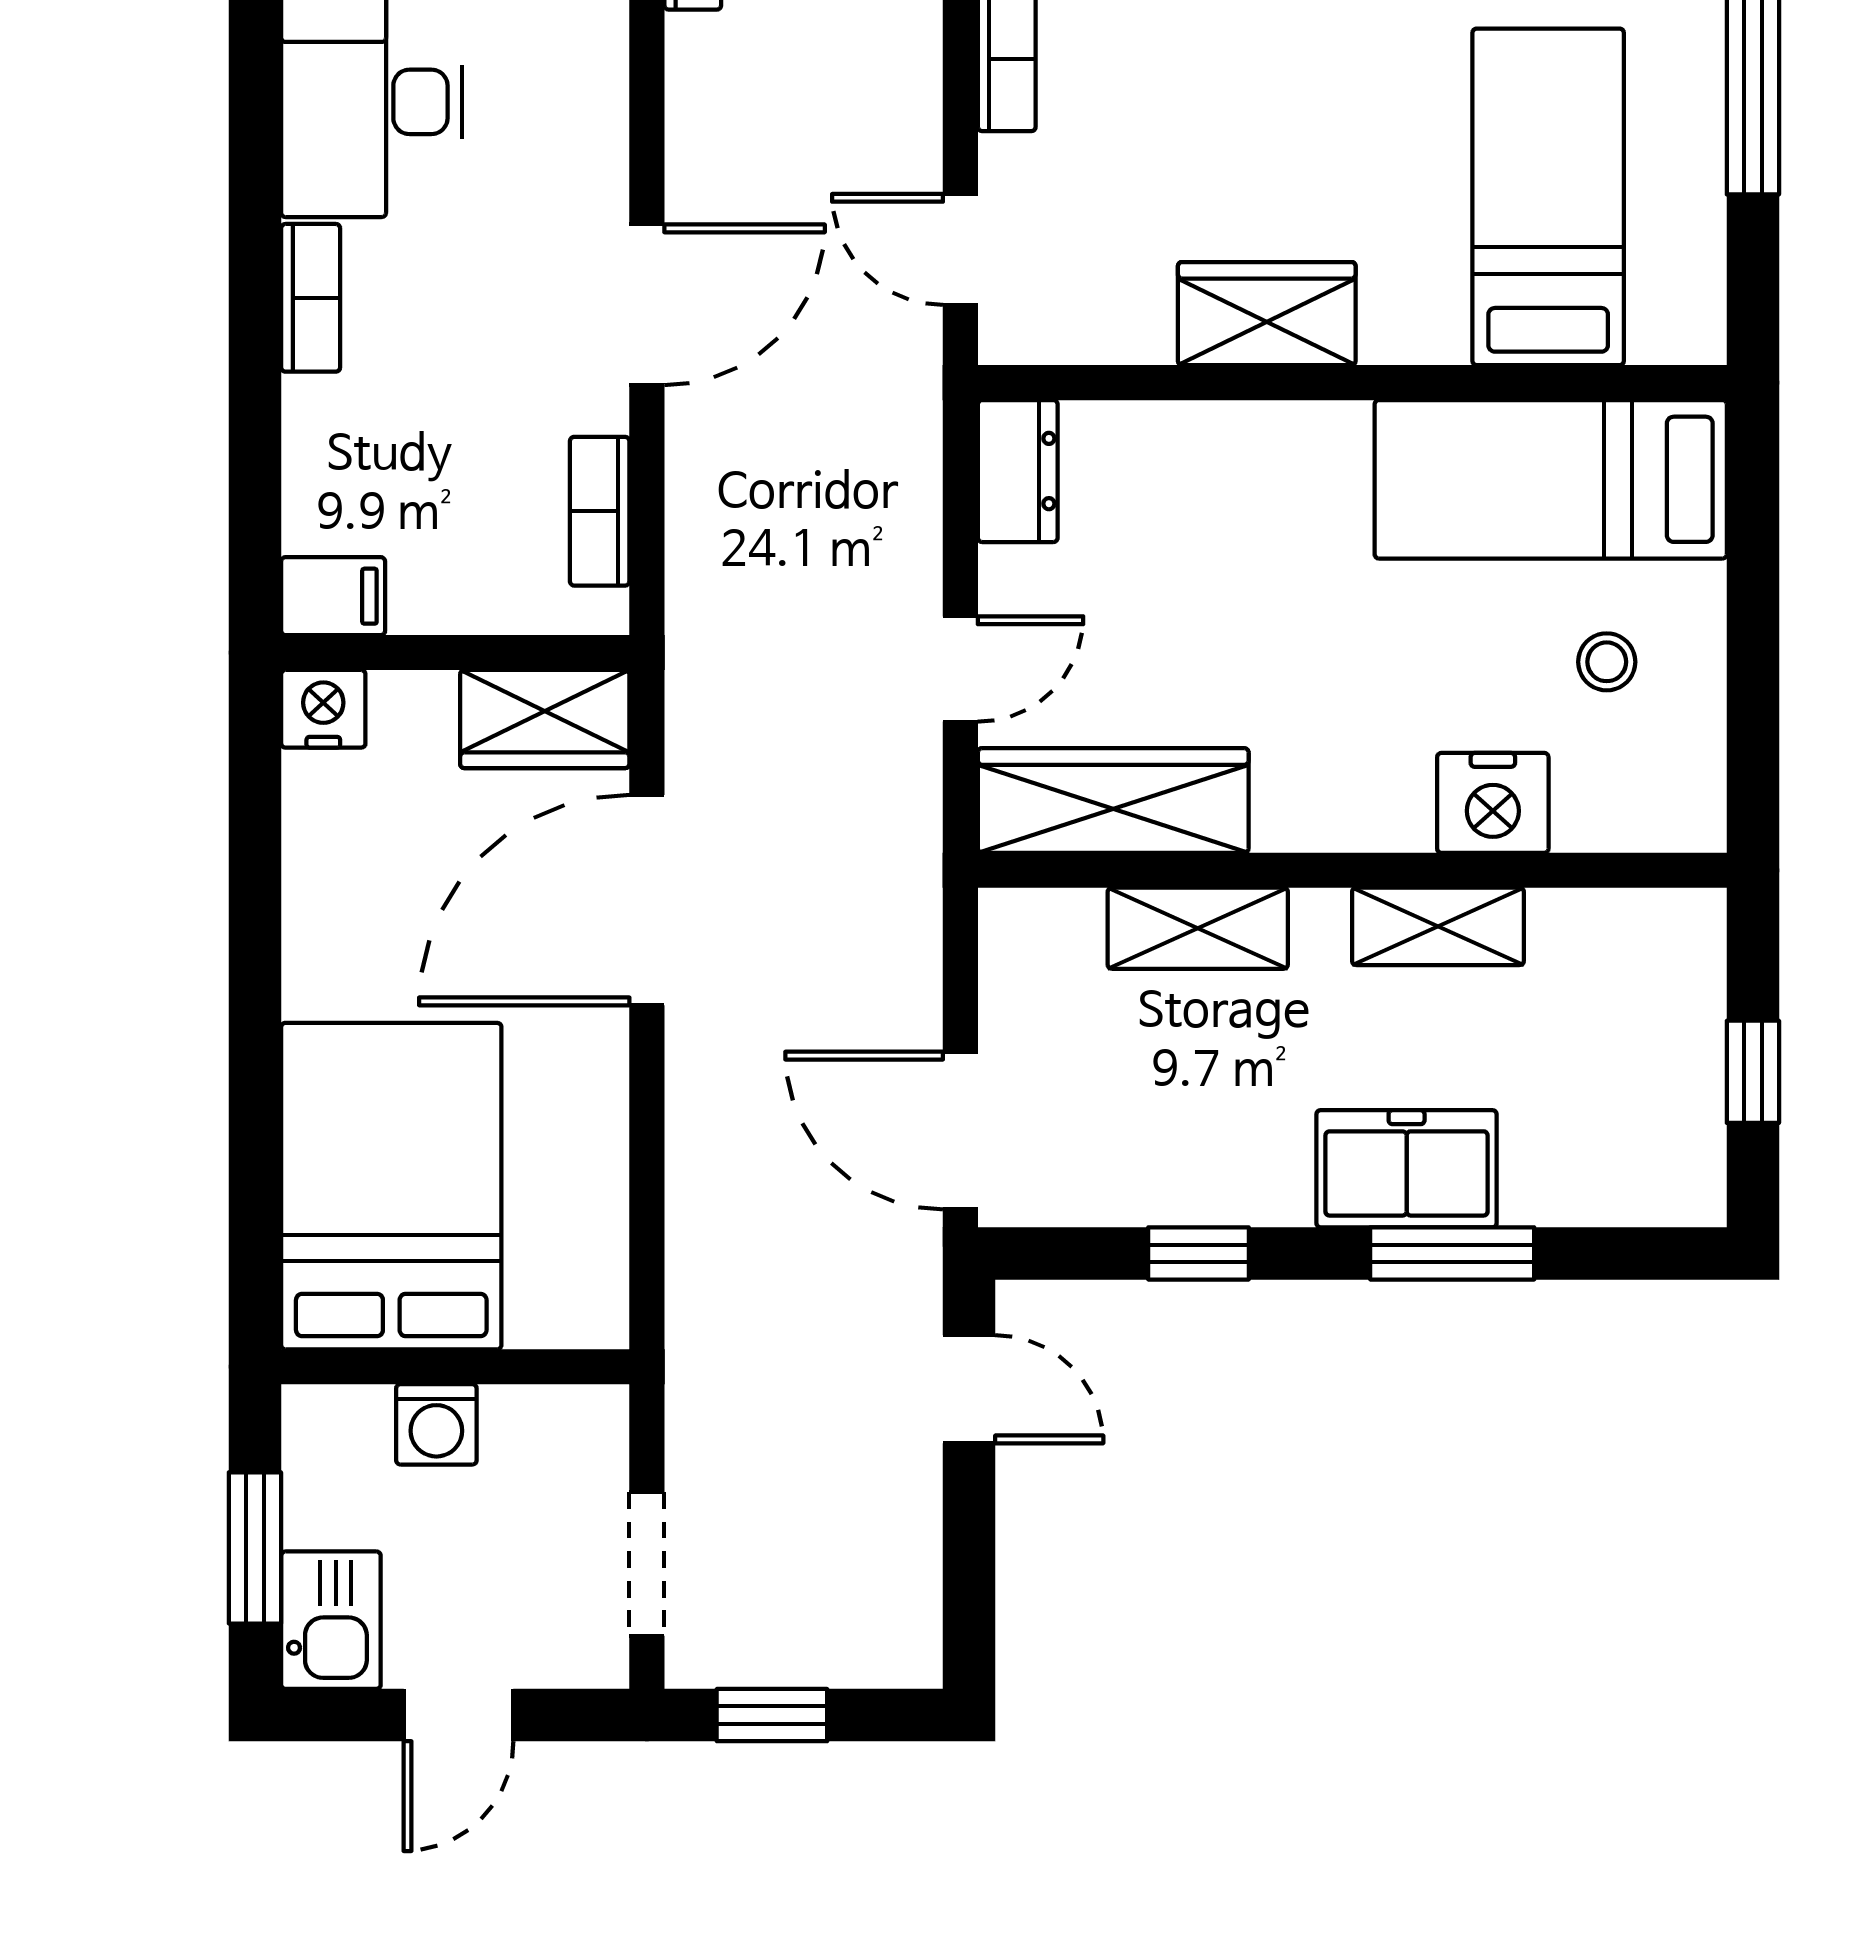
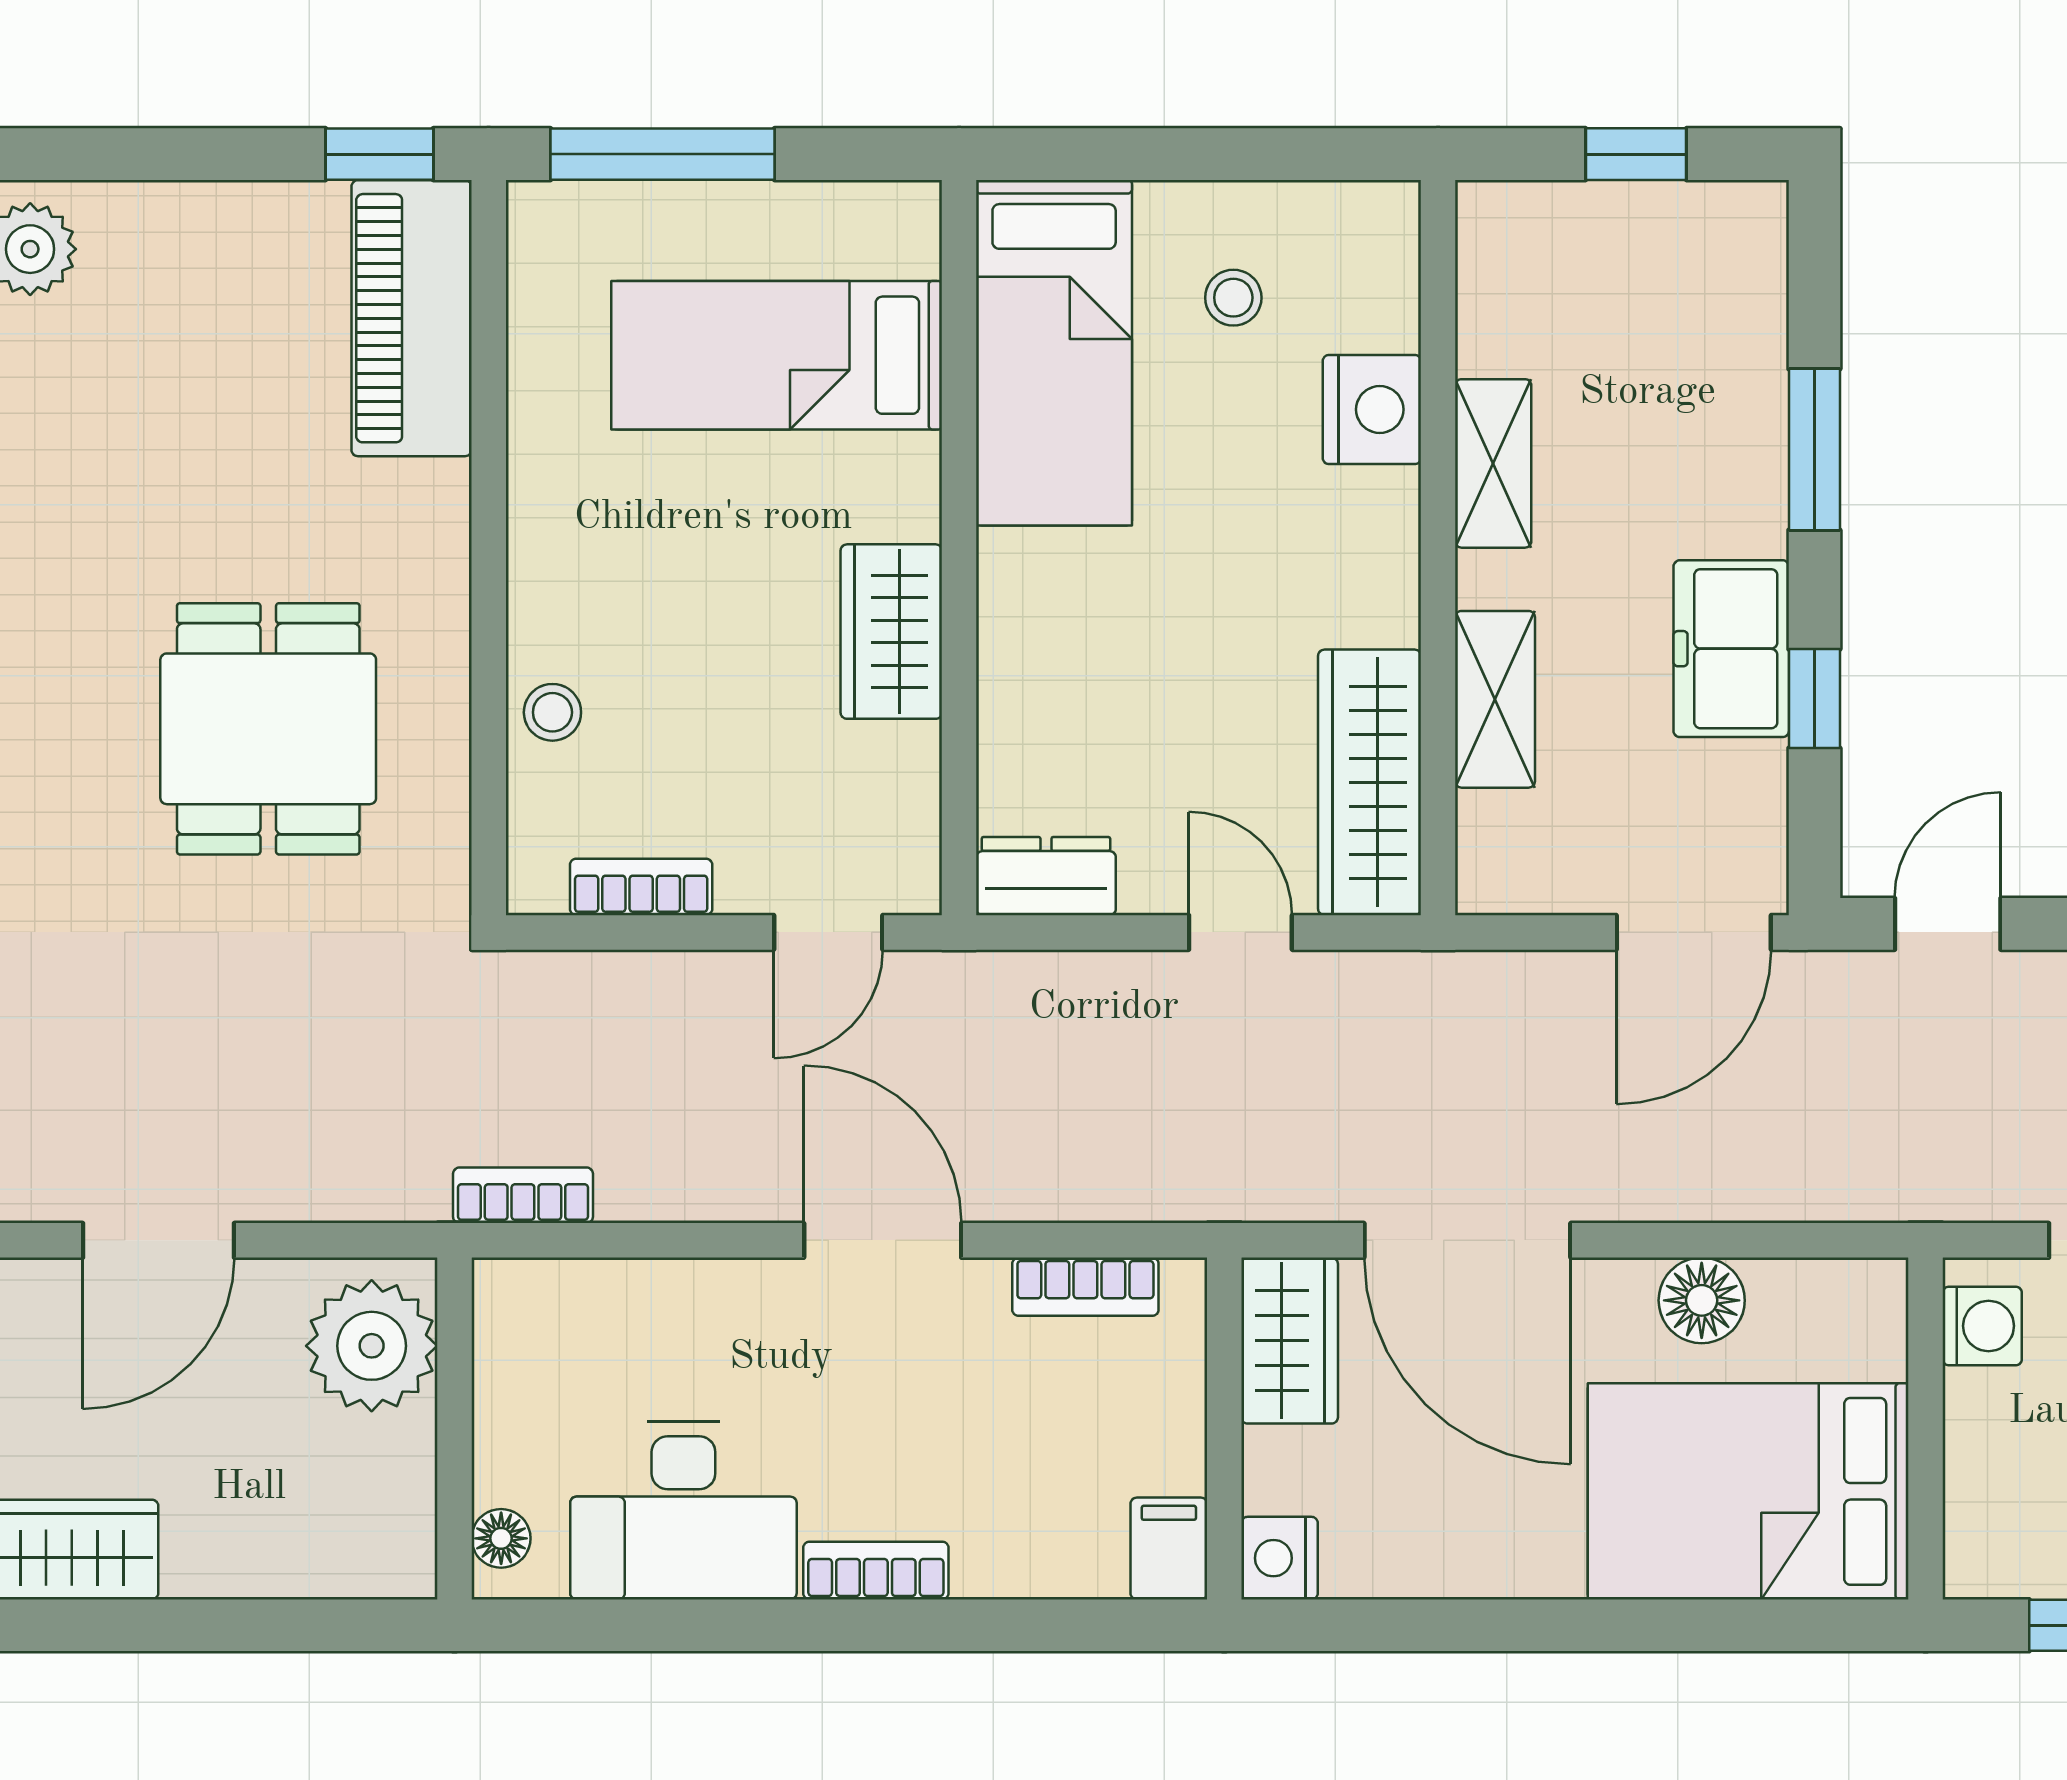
floor lamp: (586, 1139) -> (1702, 1300), added
freezer: (1407, 1169) -> (1731, 649), moved
washing machine: (436, 1424) -> (1982, 1326), moved

